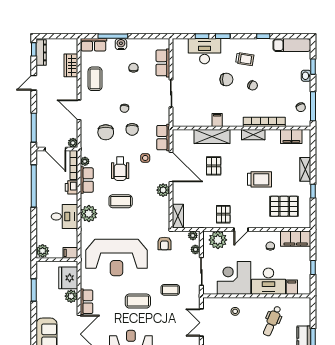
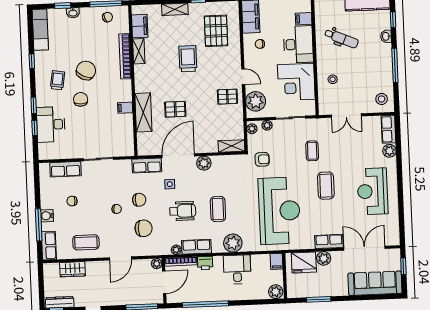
chair: (253, 85) -> (86, 71), width x1.87, depth x1.87
shelving: (253, 135) -> (139, 51), moved

